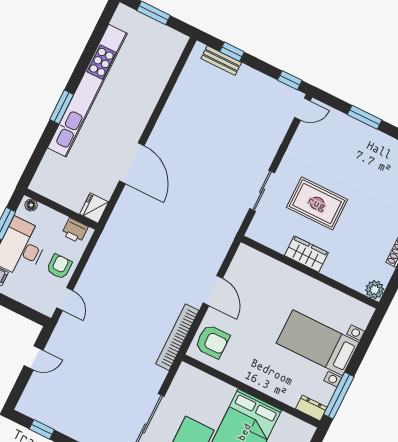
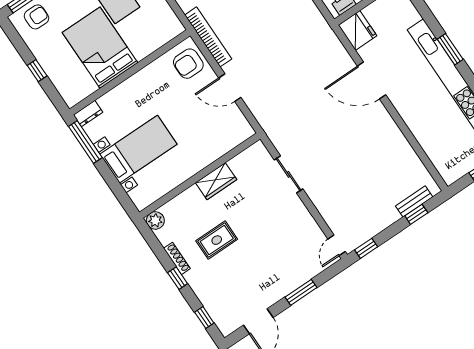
rug: (317, 203) -> (217, 240), moved, width x0.73, depth x0.70
fridge: (94, 208) -> (357, 30), width x1.36, depth x1.34

